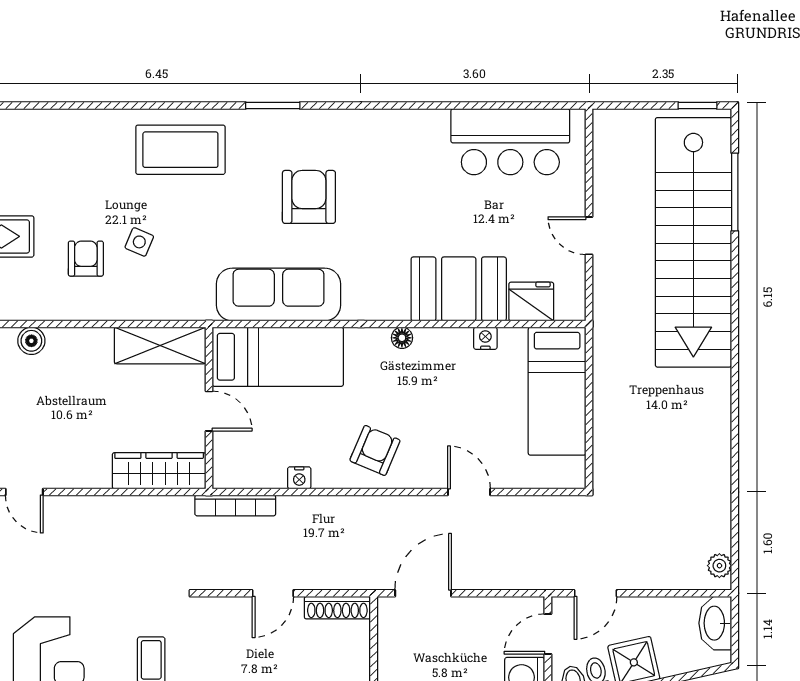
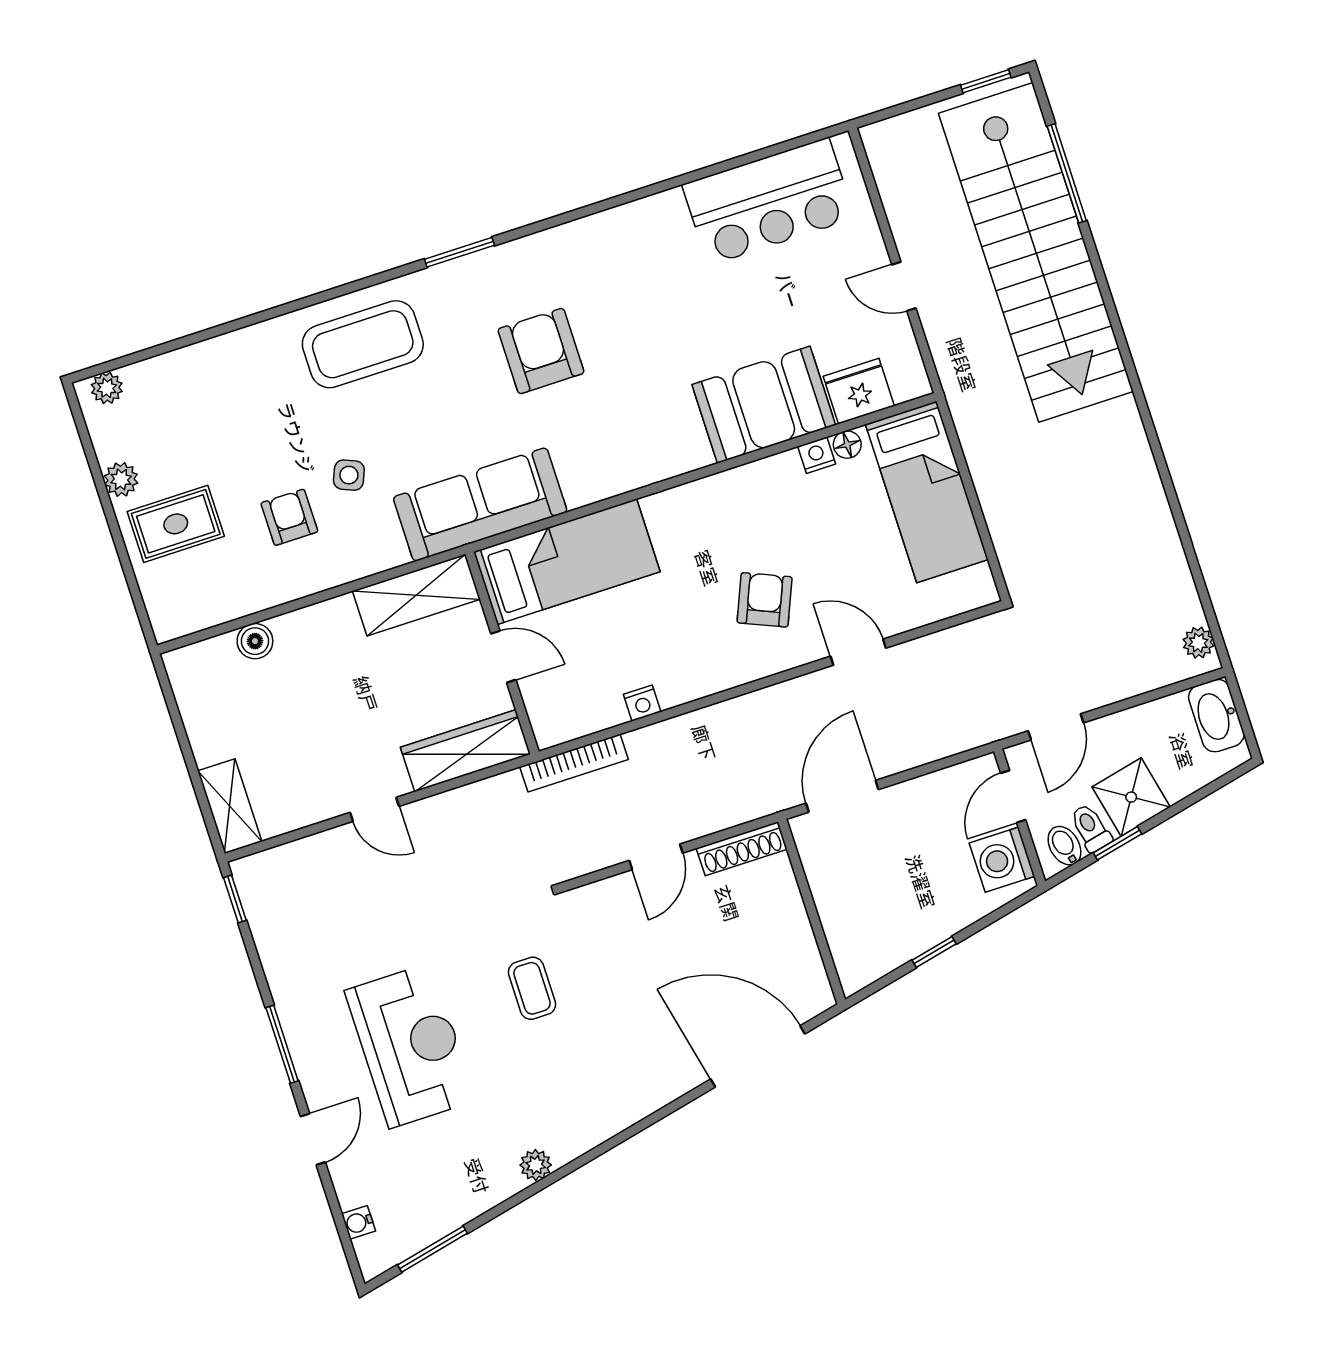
sofa: (278, 295) -> (480, 505), moved
floor lamp: (402, 338) -> (847, 445), moved
armchair: (375, 450) -> (765, 600), moved
door: (24, 492) -> (374, 809), moved

